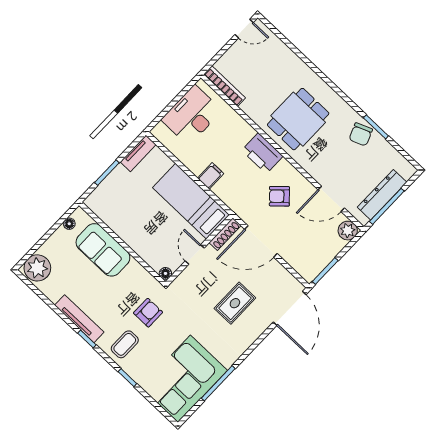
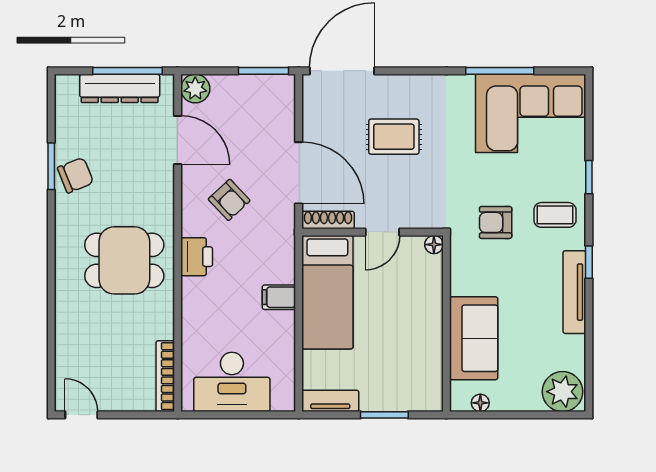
printer: (262, 153) -> (197, 257), width x0.73, depth x0.84

